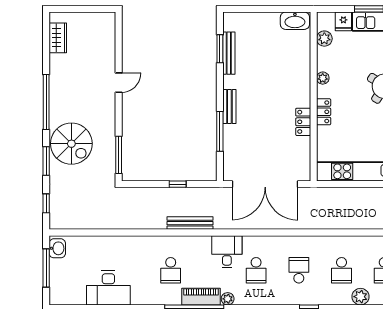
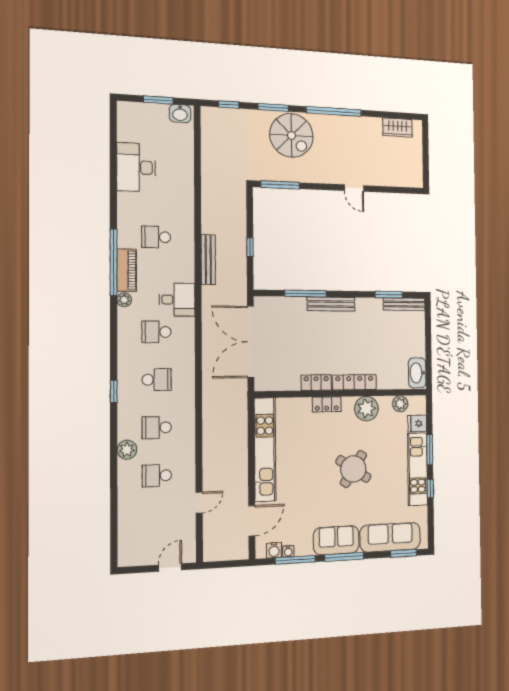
bench: (229, 53) -> (404, 304), moved
plant: (323, 78) -> (366, 409), width x1.88, depth x1.88
locker: (303, 84) -> (354, 382), added
bench: (229, 107) -> (331, 304), width x1.36
spiral stairs: (71, 144) -> (291, 135), turned -90
window: (46, 268) -> (158, 100), width x0.69

